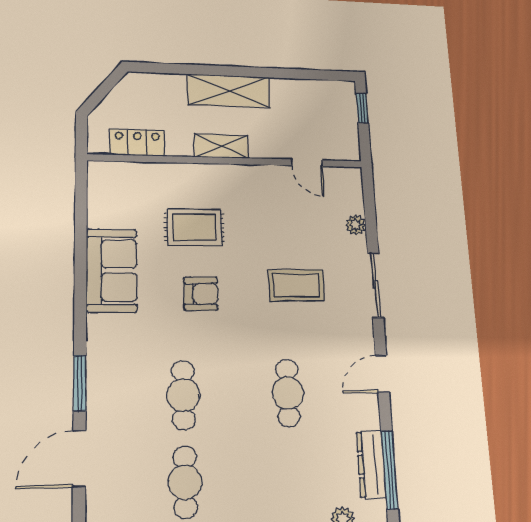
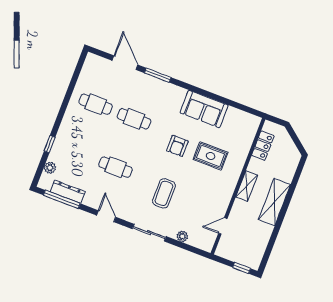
rug: (194, 227) -> (211, 156), turned 90

